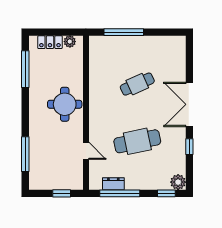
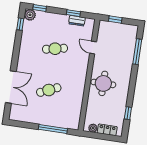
window: (25, 69) -> (128, 113), width x0.46
double door: (189, 104) -> (11, 87), moved
cafe table: (137, 141) -> (55, 49), width x0.73, depth x0.74
window: (189, 147) -> (20, 24), moved
window: (120, 193) -> (73, 13), width x0.46

